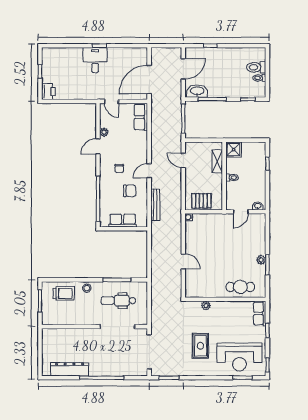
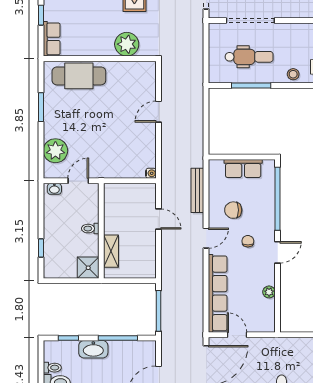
washbasin: (197, 91) -> (93, 349), moved
door: (112, 101) -> (237, 335), moved
row of seats: (141, 117) -> (218, 293), width x2.02
door: (98, 146) -> (278, 252), moved
door: (183, 160) -> (158, 219), moved
pallet: (201, 201) -> (133, 196), removed
plant: (261, 260) -> (55, 151), moved, width x1.88, depth x1.88
door: (183, 261) -> (158, 112), hinge flipped
cafe table: (240, 287) -> (79, 76), width x1.37, depth x1.35
plant: (206, 306) -> (127, 44), width x1.87, depth x1.87

